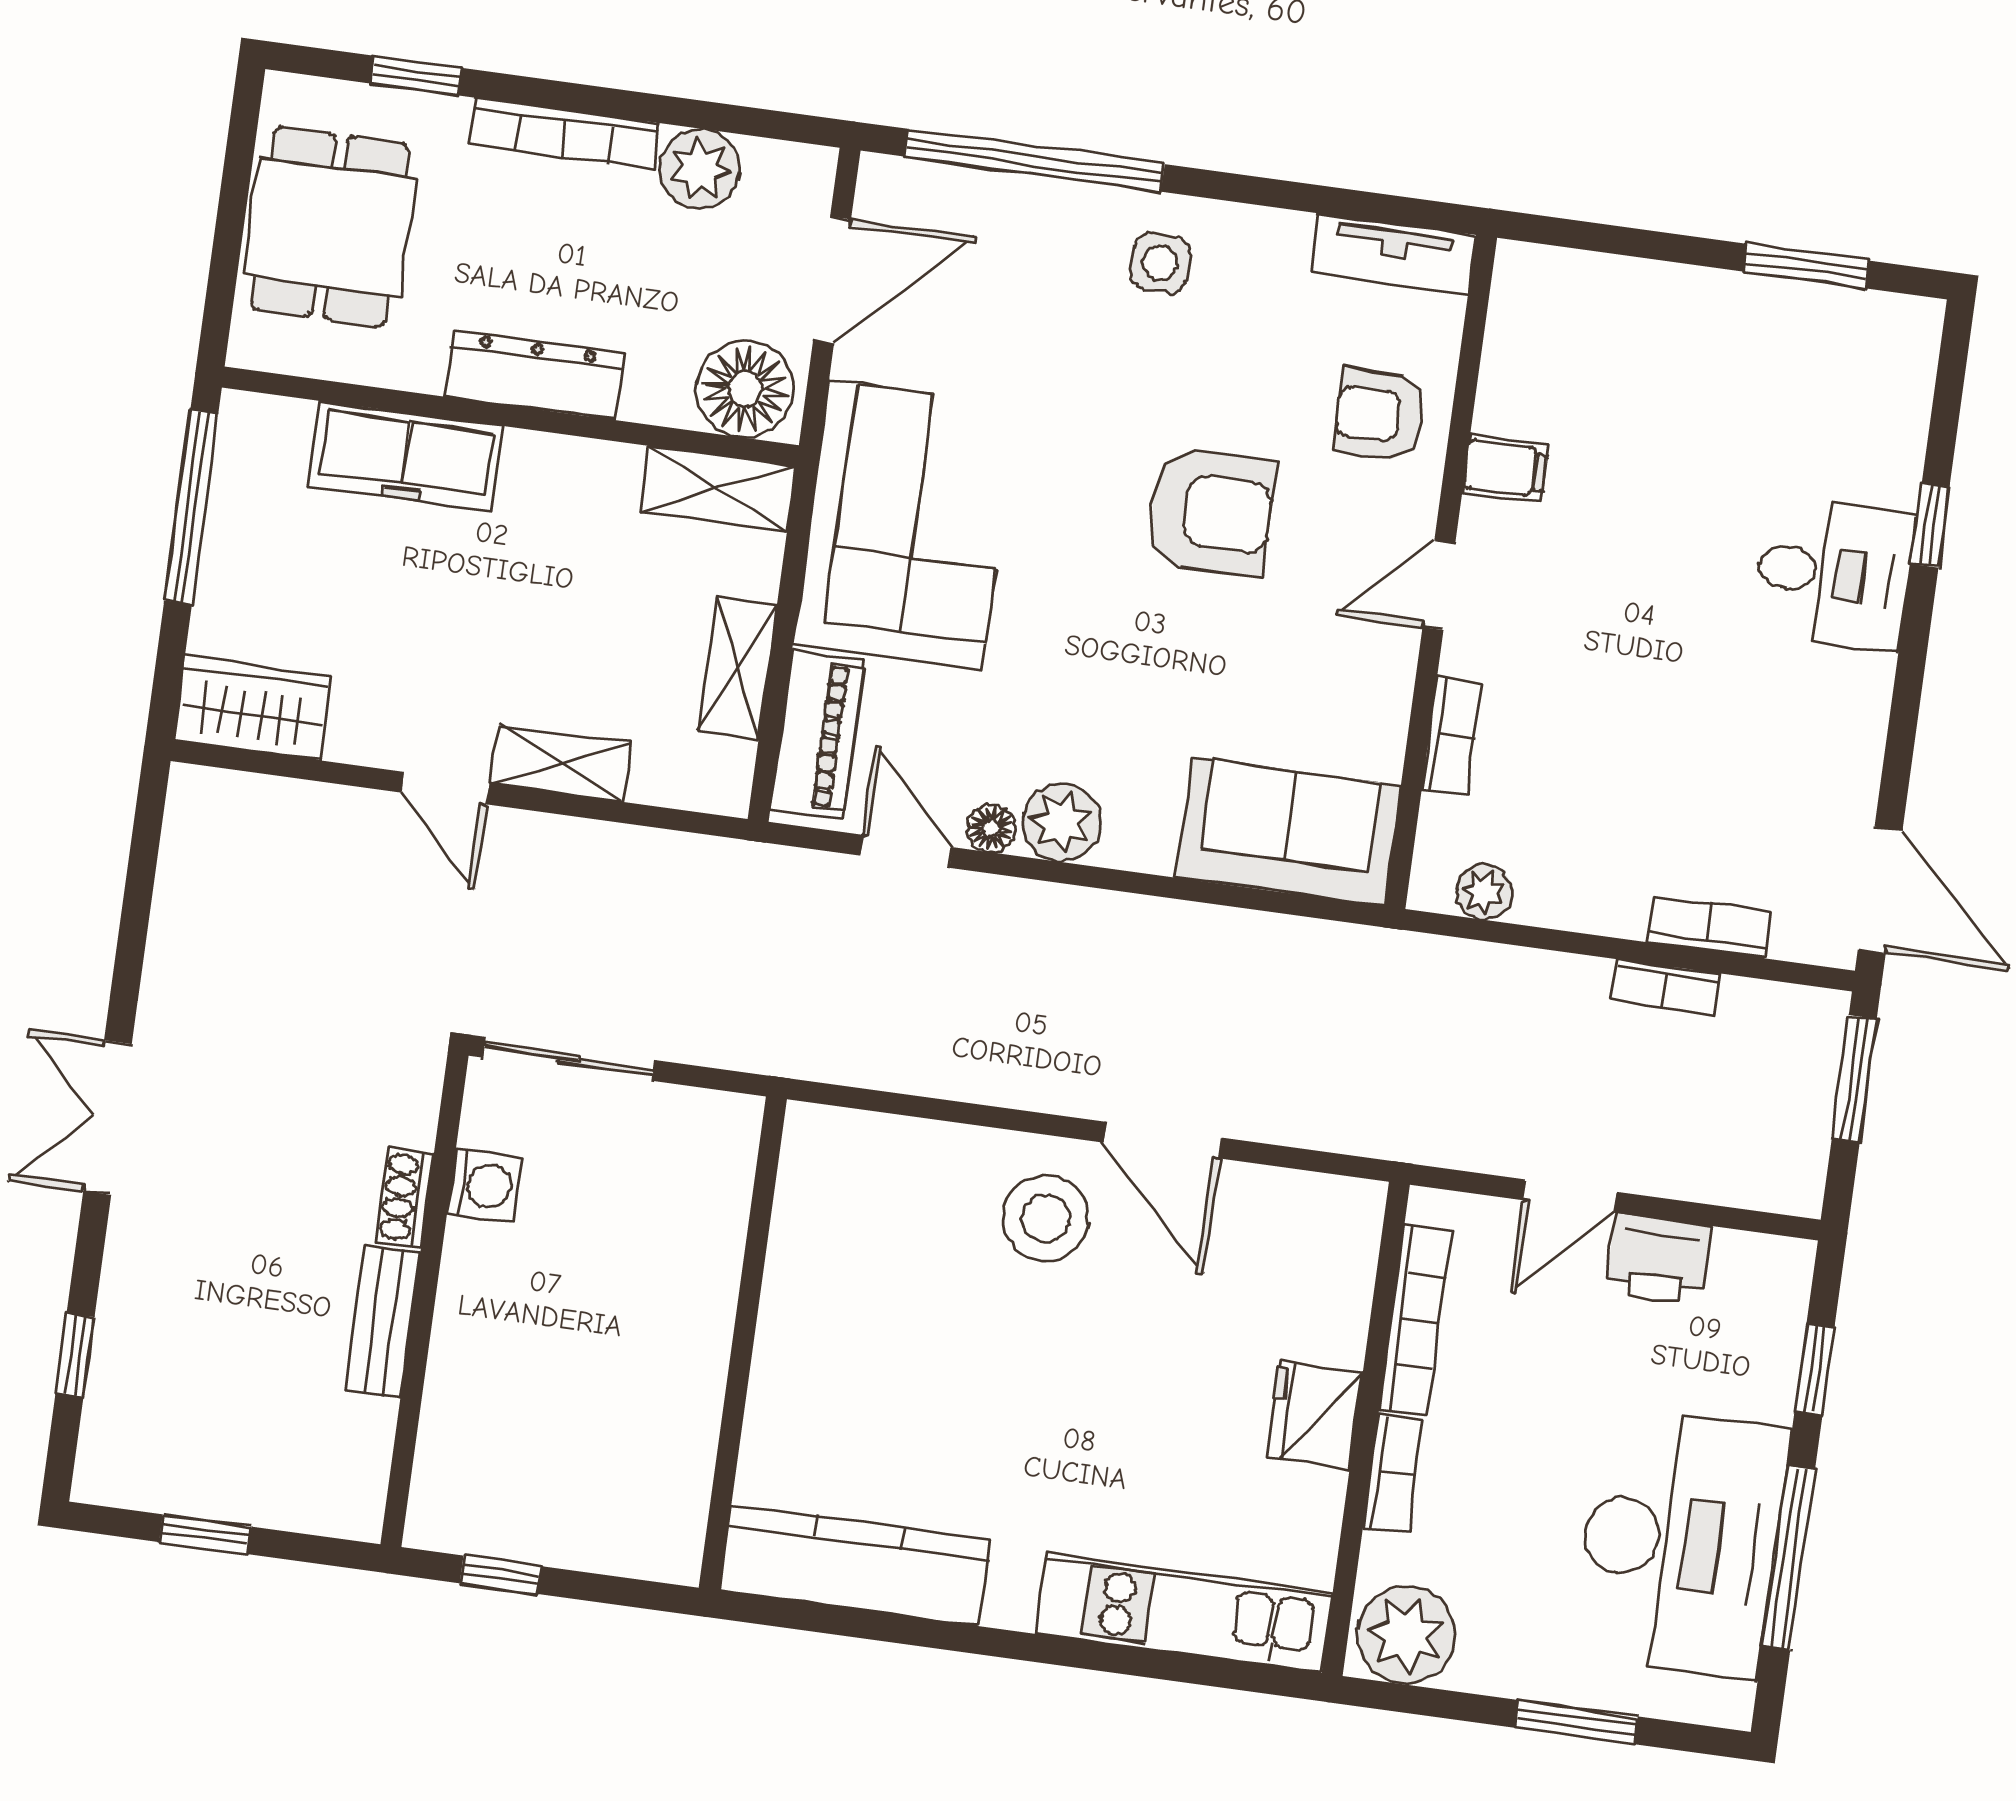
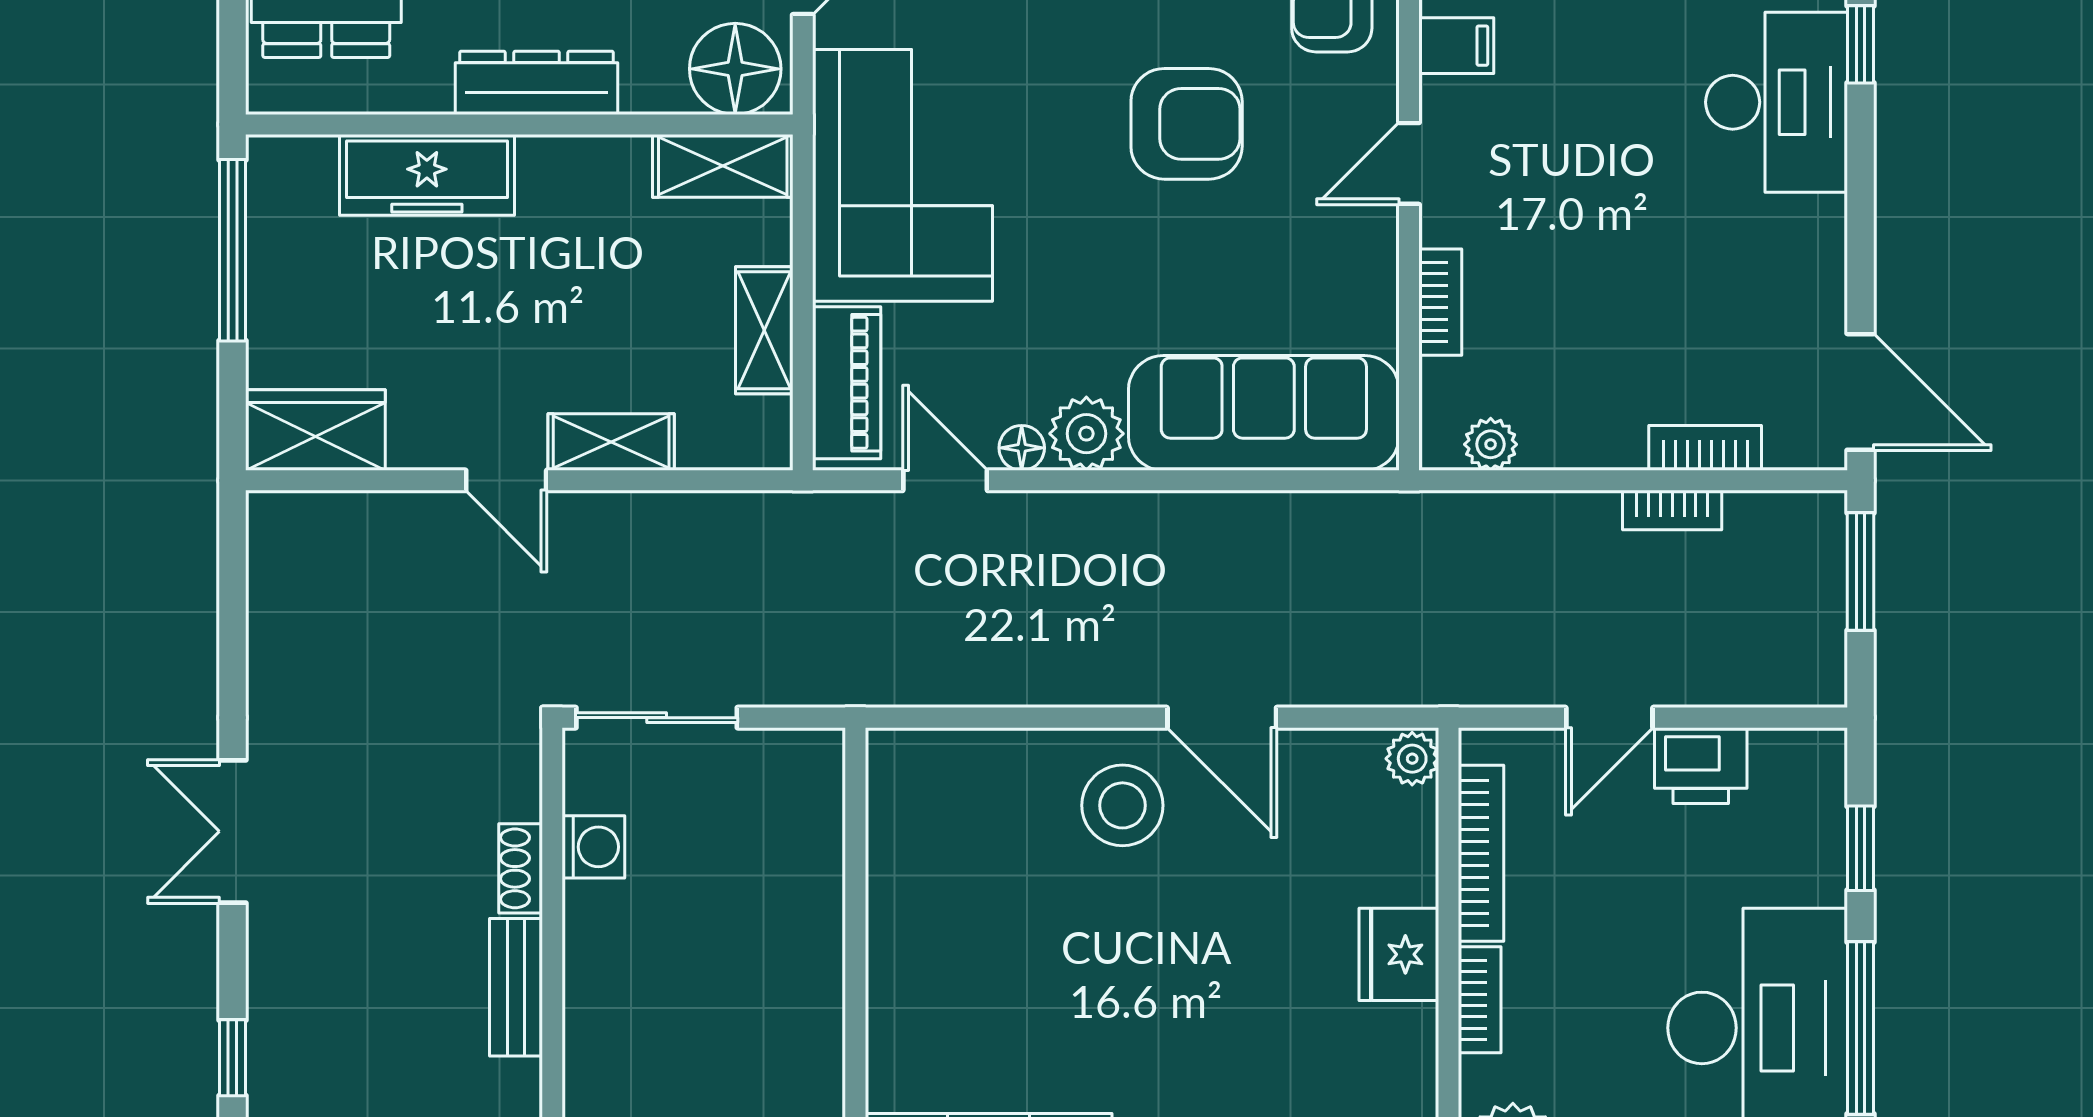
desk: (1834, 574) -> (1777, 102), width x1.37
sofa: (1288, 832) -> (1264, 413), width x1.36
plant: (1357, 1211) -> (1412, 759), added

